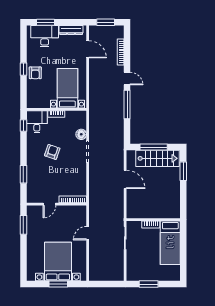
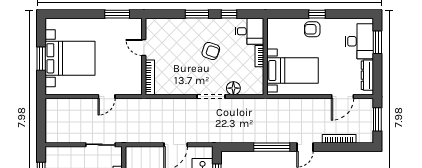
window: (23, 125) -> (229, 14), moved
window: (23, 174) -> (197, 14), moved
door: (88, 233) -> (107, 97), swing flipped

